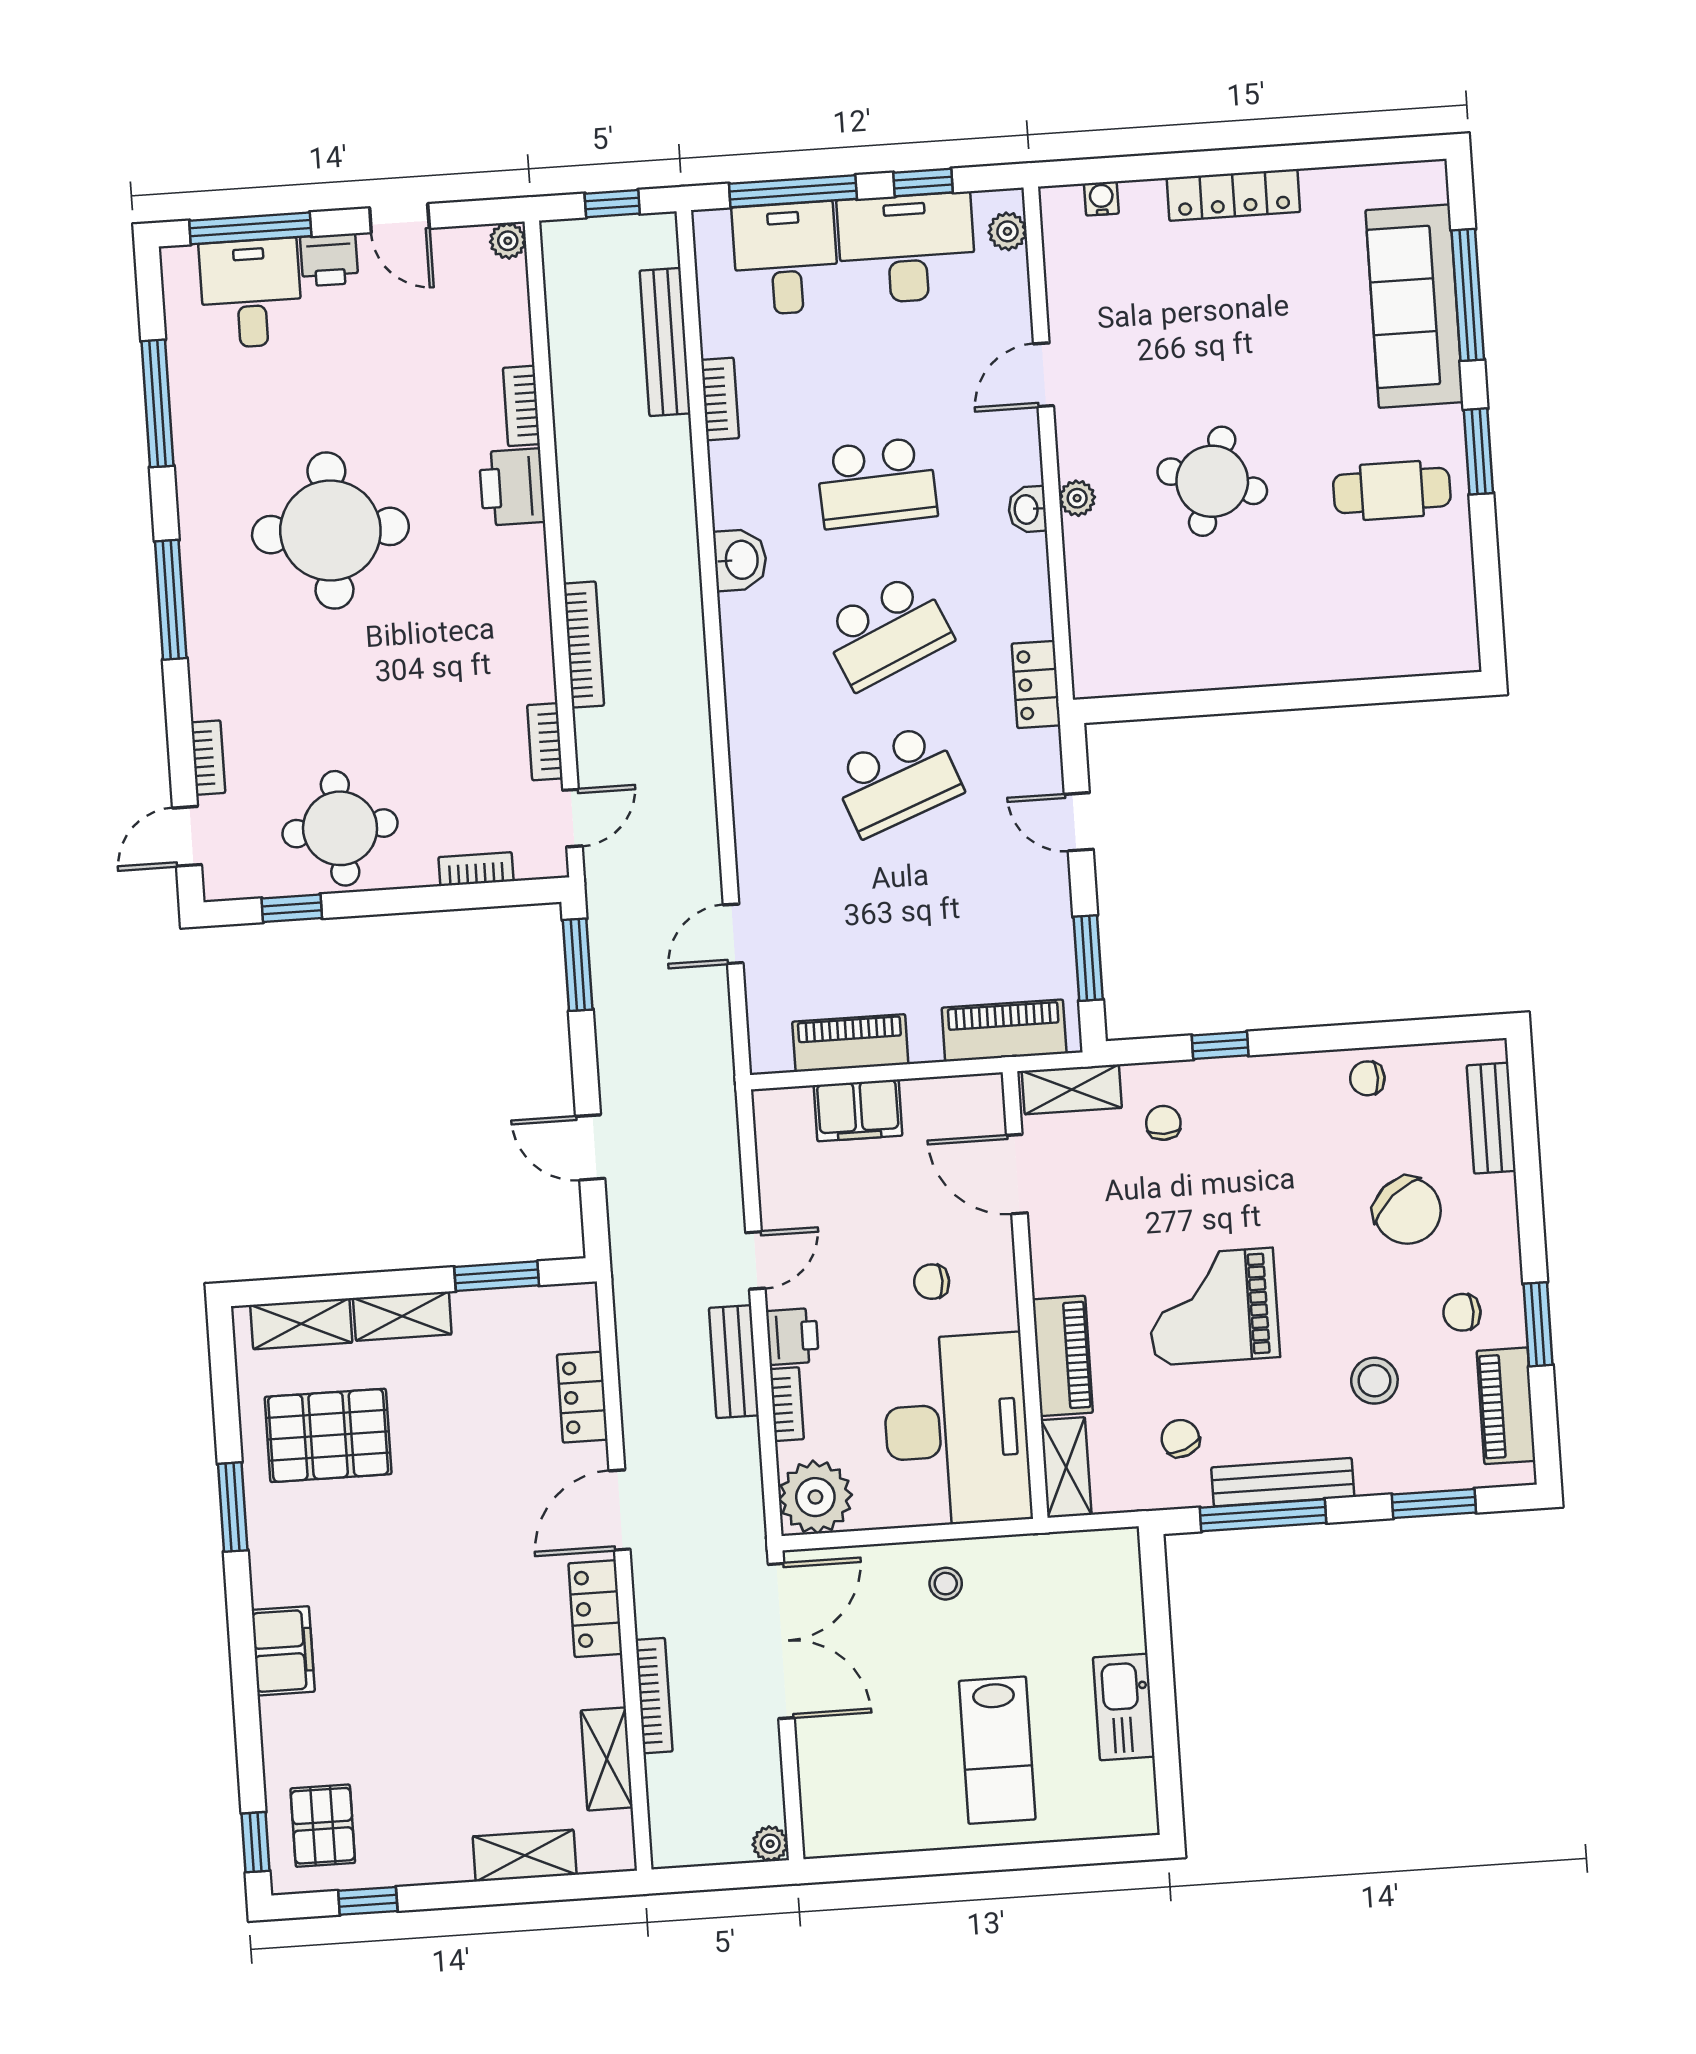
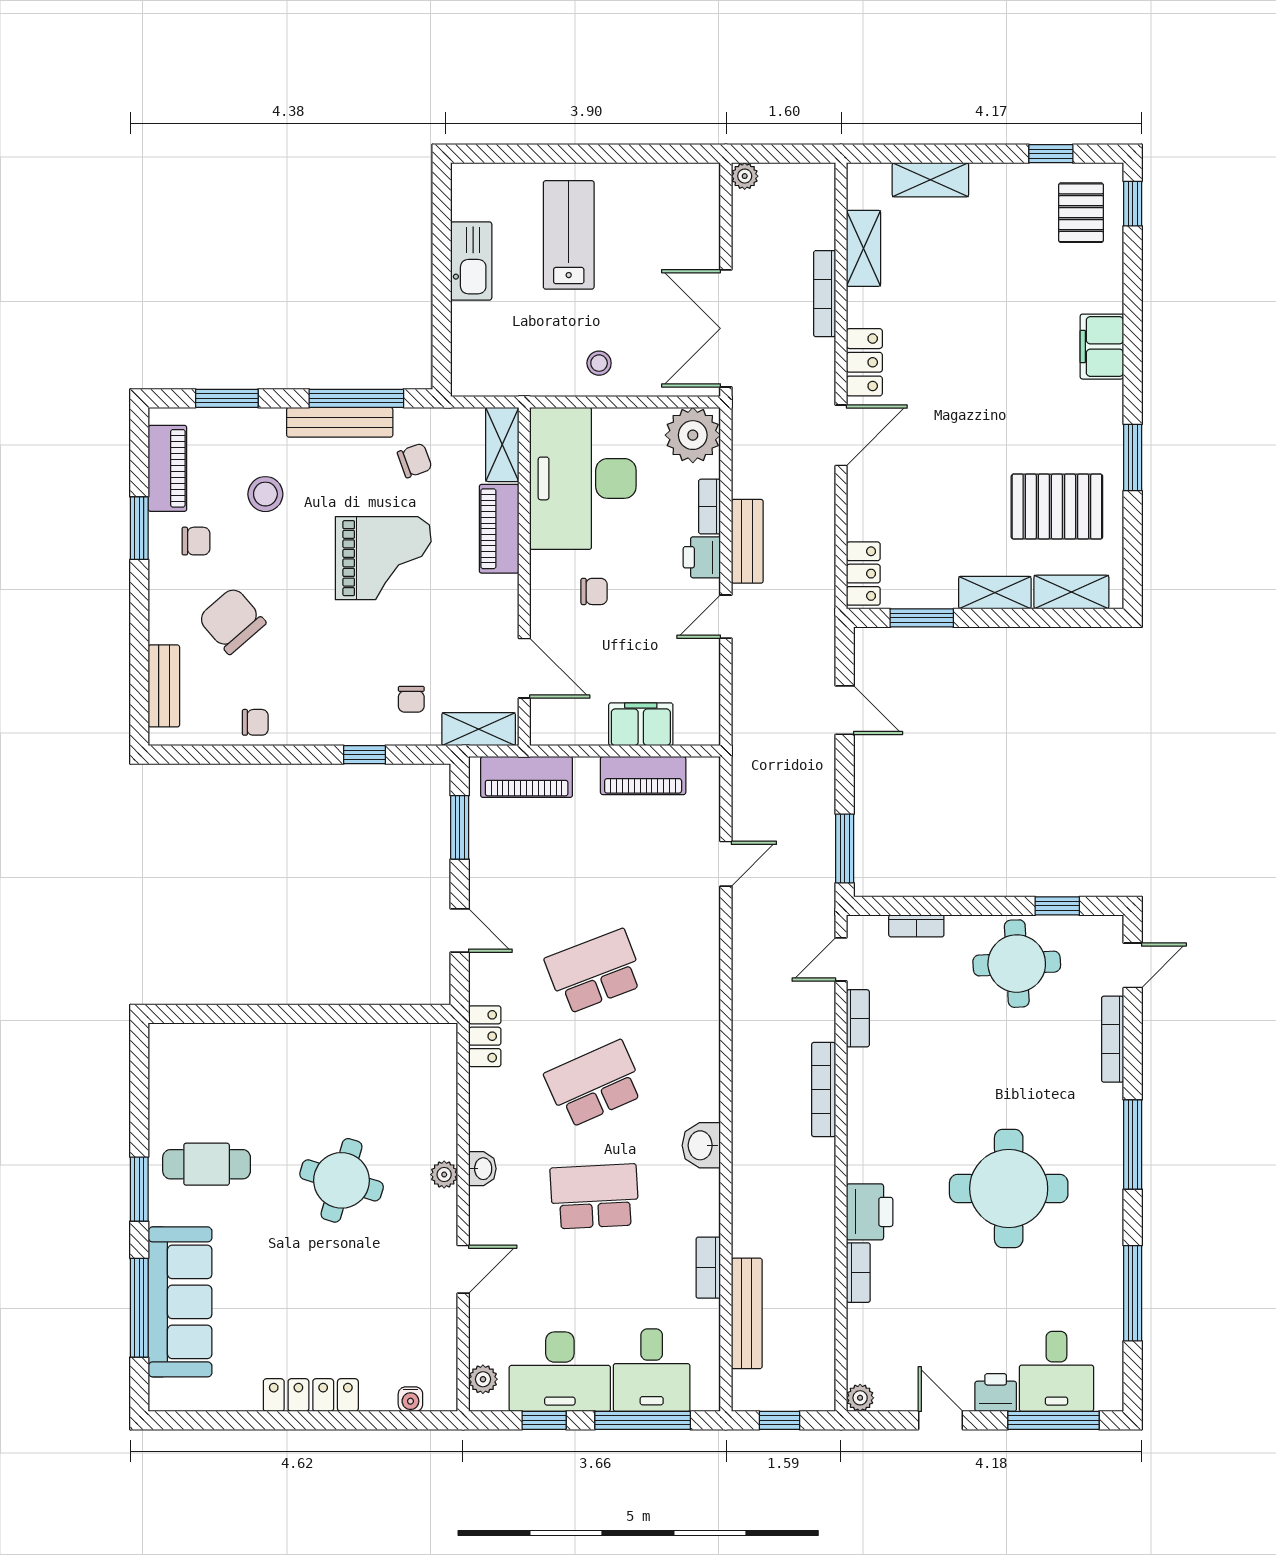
bookcase: (208, 758) -> (1113, 1039), width x1.56
locker: (582, 1397) -> (863, 574), moved
chair: (1180, 1438) -> (415, 460), turned -88

